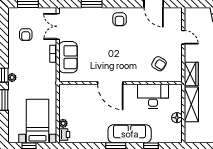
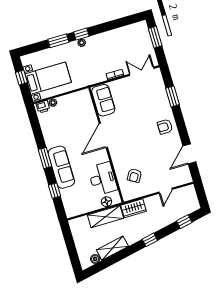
armchair: (26, 35) -> (125, 44), removed
sofa: (68, 57) -> (103, 100), moved, turned -90
floor lamp: (177, 118) -> (106, 202), moved

